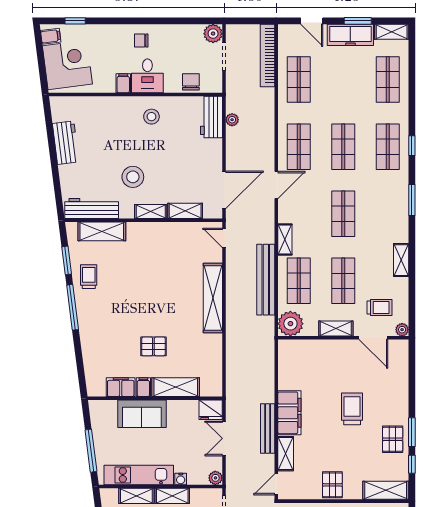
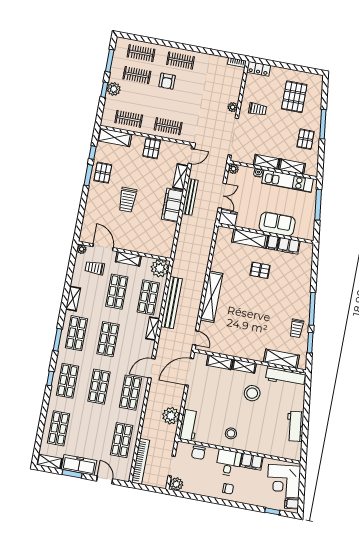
filing cabinet: (123, 83) -> (252, 462), width x2.00
plant: (232, 120) -> (171, 416), width x1.88, depth x1.88
shop shelf: (388, 214) -> (76, 333), added

